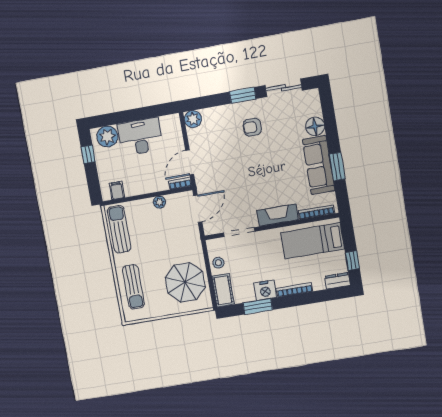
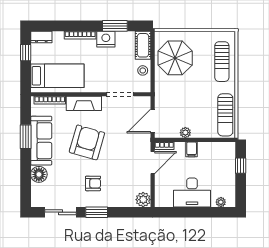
plant: (107, 137) -> (221, 202), width x0.53, depth x0.53
window: (88, 154) -> (241, 166), moved
armchair: (267, 172) -> (87, 142), added
filing cabinet: (117, 190) -> (192, 149), moved
sun lounger: (133, 287) -> (222, 62), turned 180

